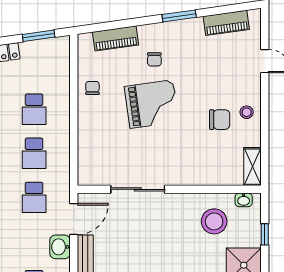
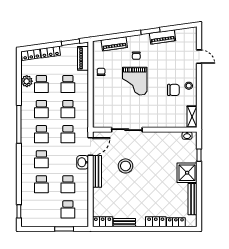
piano: (226, 23) -> (163, 37), moved
piano: (61, 64) -> (83, 58), added
grand piano: (152, 104) -> (135, 81), turned 98
stool: (214, 221) -> (126, 166), moved

